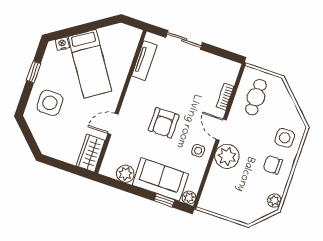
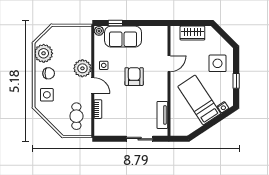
wardrobe: (91, 153) -> (192, 33), moved, turned 90
plant: (125, 174) -> (149, 32), removed
plant: (274, 201) -> (44, 53), width x1.88, depth x1.88

